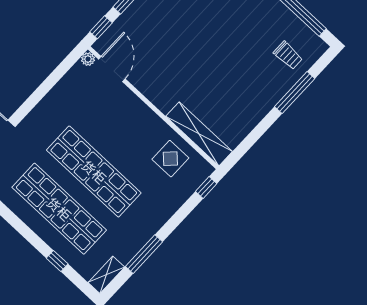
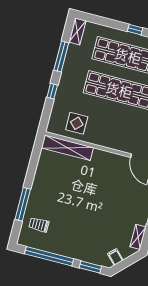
window: (206, 187) -> (52, 91), moved
window: (57, 261) -> (135, 30), moved

